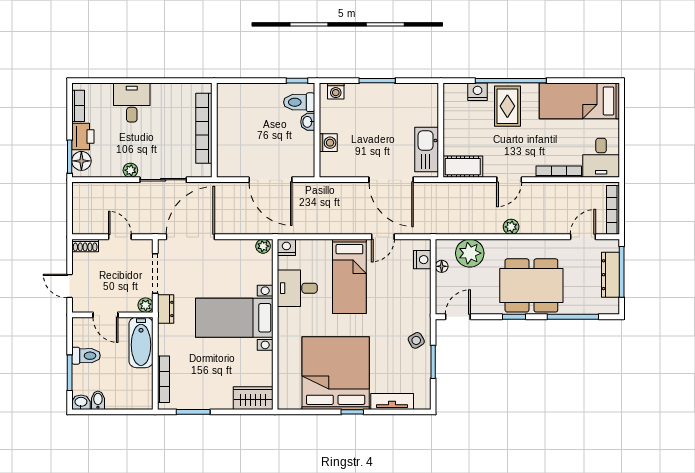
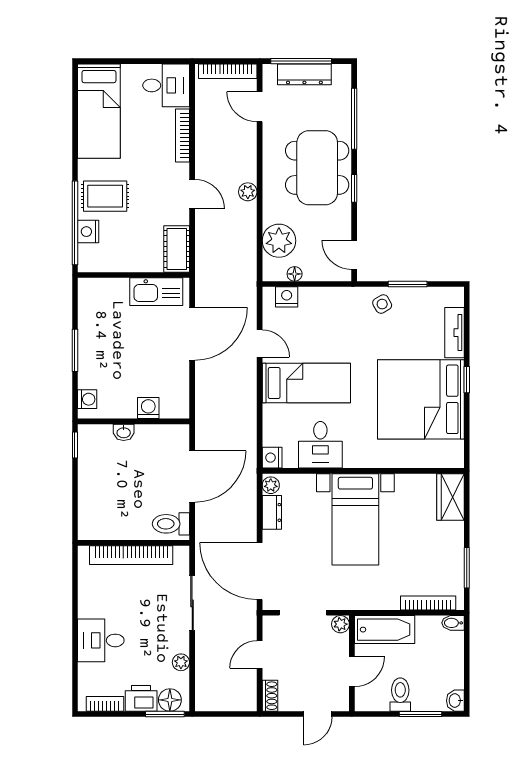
window: (511, 81) -> (75, 223), moved
toilet: (299, 102) -> (171, 524), moved, turned 90
plant: (130, 170) -> (181, 662), moved
dresser: (166, 309) -> (272, 512), moved, turned 90
bidet: (98, 400) -> (453, 623), moved

